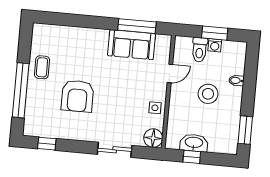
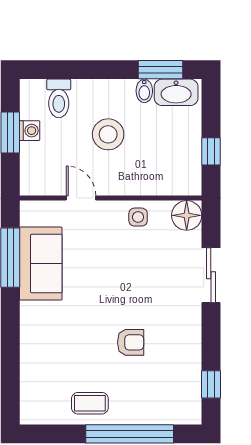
toilet: (200, 50) -> (59, 98), moved, turned 90
bidet: (236, 80) -> (144, 91), moved
armchair: (77, 96) -> (131, 342), width x0.53, depth x0.53
washbasin: (194, 143) -> (176, 92), moved, turned -90

